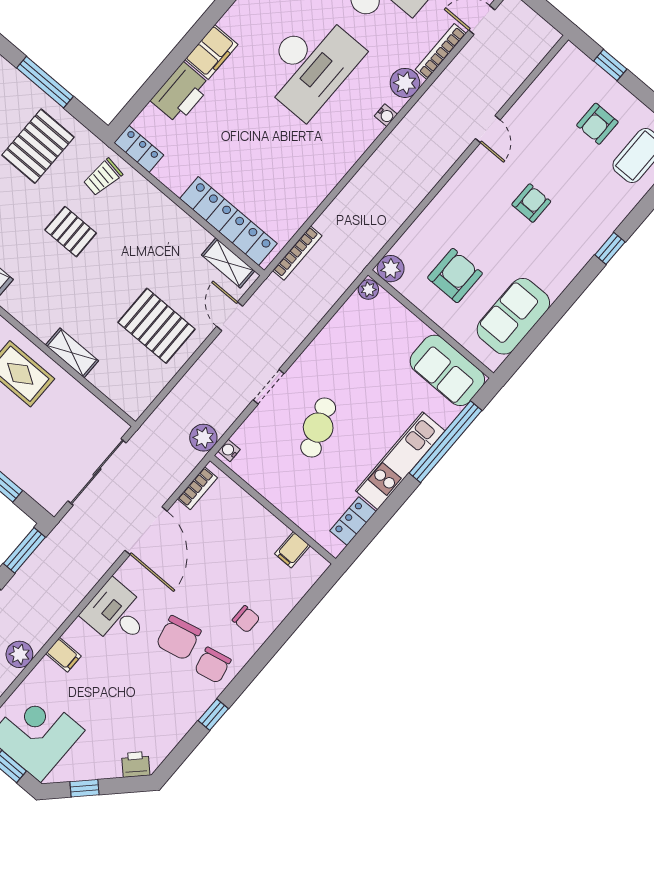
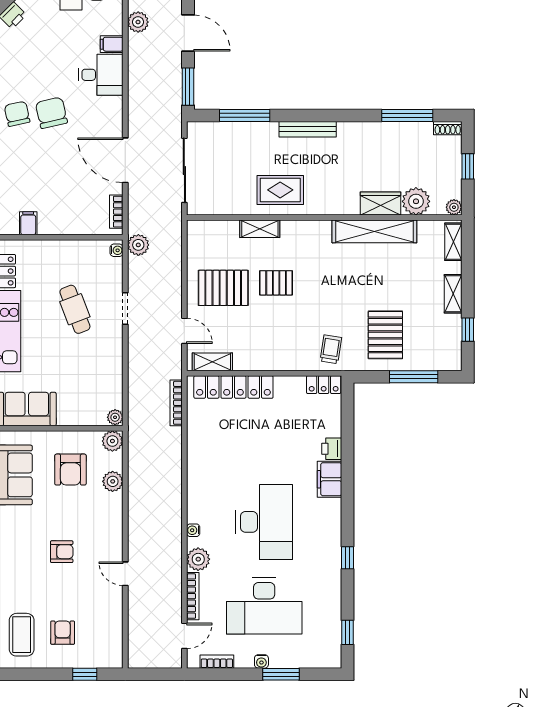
desk: (310, 65) -> (264, 522), turned 180
printer: (181, 93) -> (332, 449), width x0.53, depth x0.68
armchair: (531, 203) -> (62, 552), turned -90
plant: (424, 229) -> (113, 481), added
pallet: (71, 232) -> (276, 283), moved
desk: (116, 614) -> (101, 75), moved
chair: (246, 619) -> (21, 158), removed

